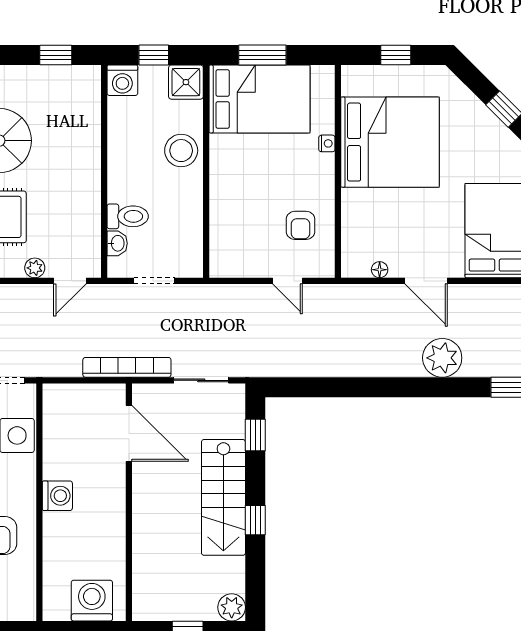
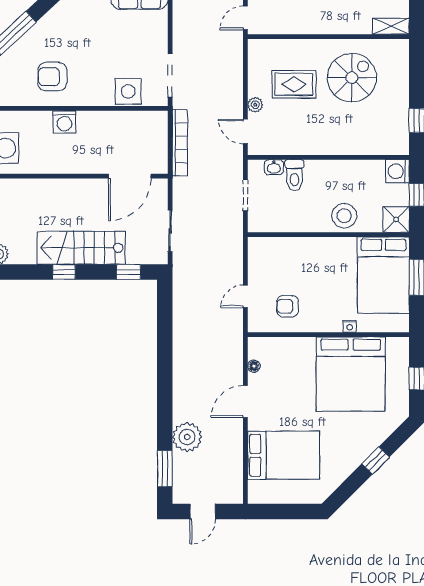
plant: (442, 358) -> (187, 437), moved
bookcase: (127, 367) -> (180, 143), moved
washing machine: (57, 496) -> (64, 122), moved

